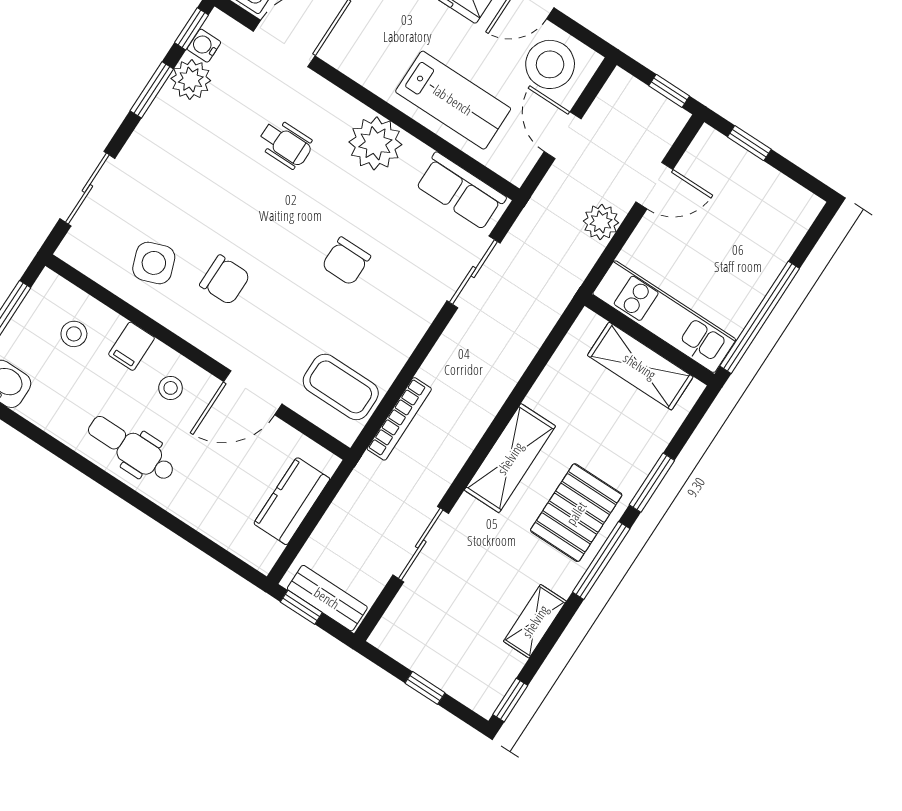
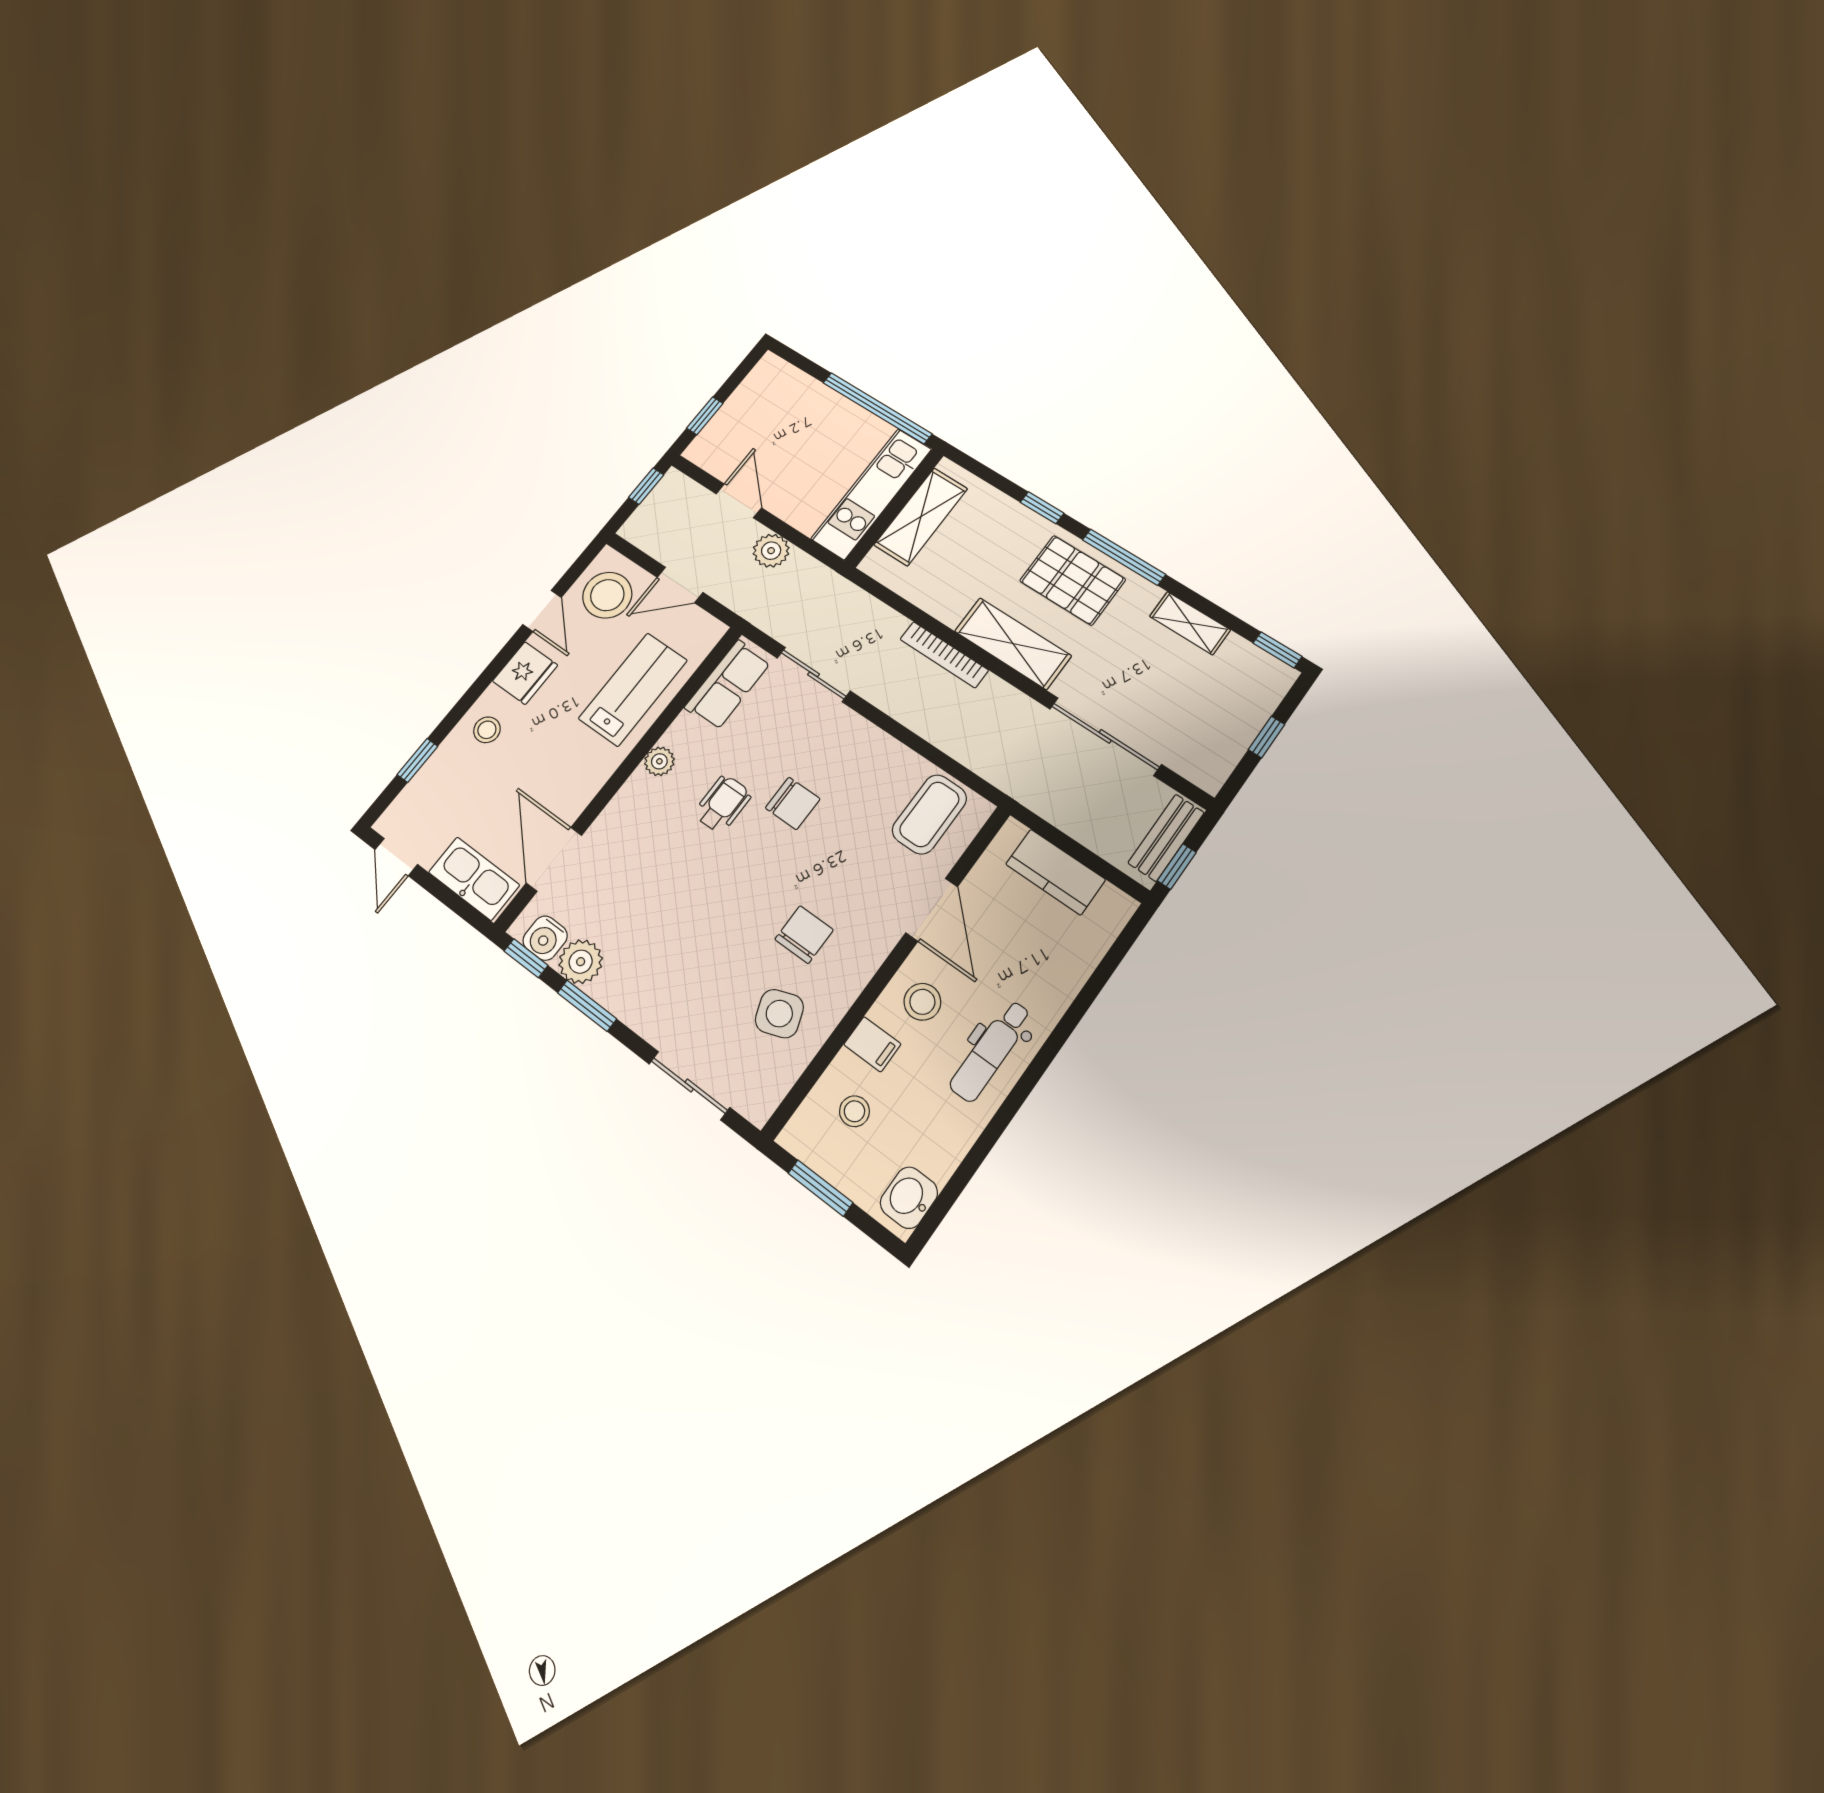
water cooler: (204, 46) -> (545, 938), width x1.38, depth x1.38
plant: (375, 143) -> (659, 761), width x0.53, depth x0.53
wheelchair: (285, 144) -> (723, 804), moved
stool: (171, 388) -> (922, 1002), width x1.37, depth x1.37
bookcase: (399, 419) -> (944, 655), moved, turned 180
window: (652, 483) -> (1042, 508), width x0.67
sliding door: (421, 544) -> (1105, 736), width x1.37

